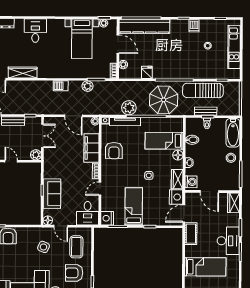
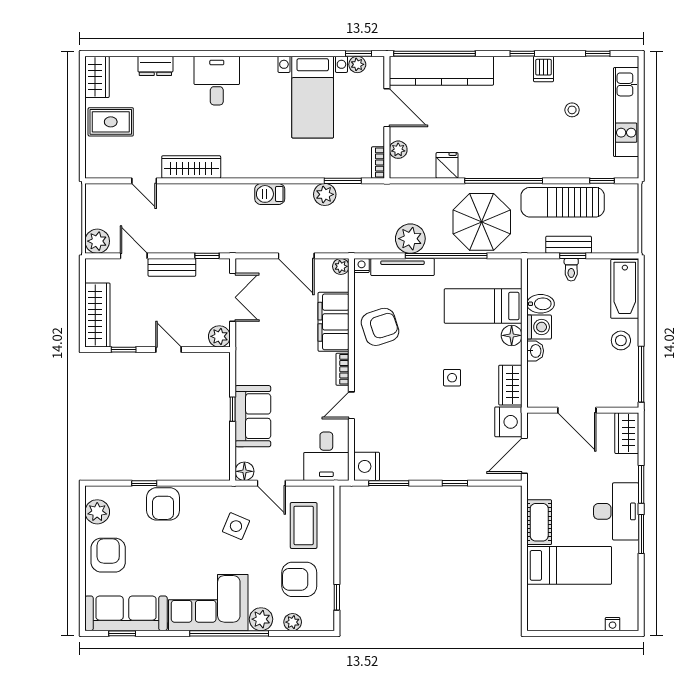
armchair: (114, 151) -> (380, 327), turned -108
washing machine: (191, 182) -> (539, 327), moved
bed: (134, 206) -> (421, 442), removed
cot: (191, 234) -> (539, 522), moved

